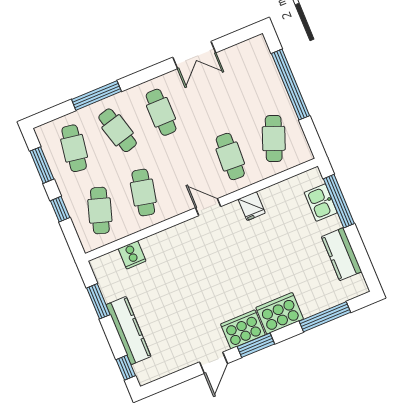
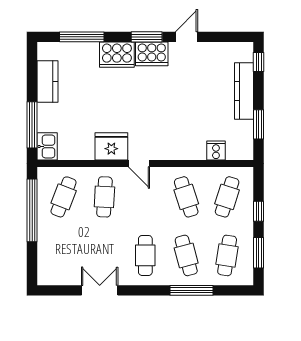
window: (291, 85) -> (32, 210), moved
cafe table: (143, 192) -> (186, 197), turned -30
kitchen sink: (321, 203) -> (47, 146), moved
fridge: (252, 206) -> (111, 146), width x1.88, depth x1.34

